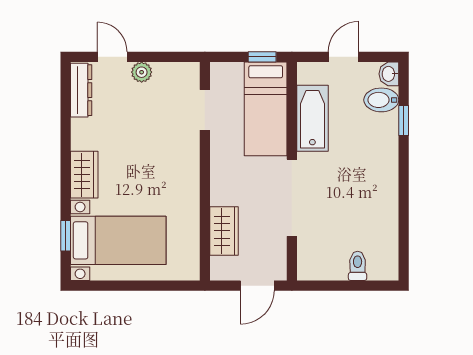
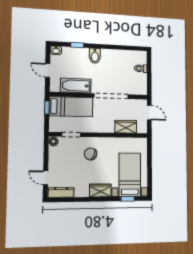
door: (112, 57) -> (46, 178), hinge flipped
plant: (142, 72) -> (53, 141), moved
bidet: (381, 100) -> (95, 56), moved
chair: (163, 153) -> (91, 154), added

